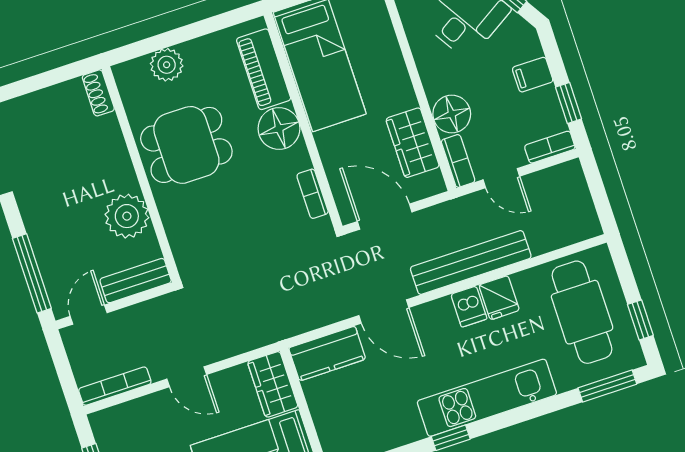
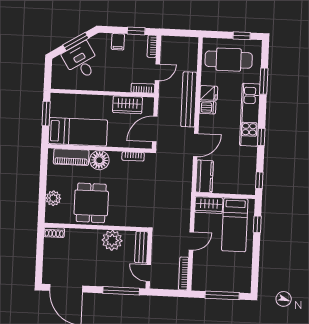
floor lamp: (452, 114) -> (122, 83), removed
window: (607, 386) -> (264, 81), moved

